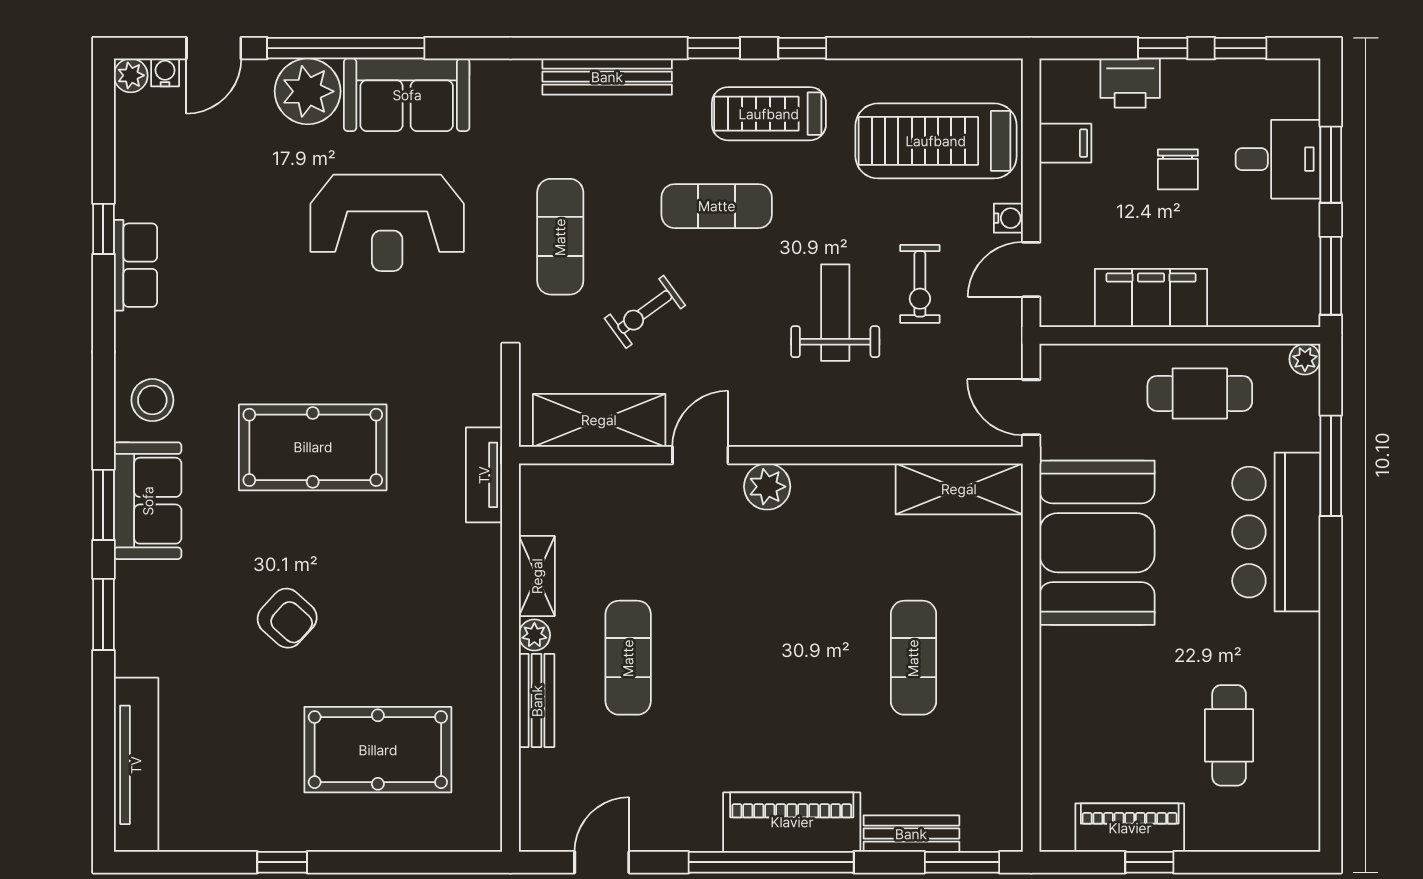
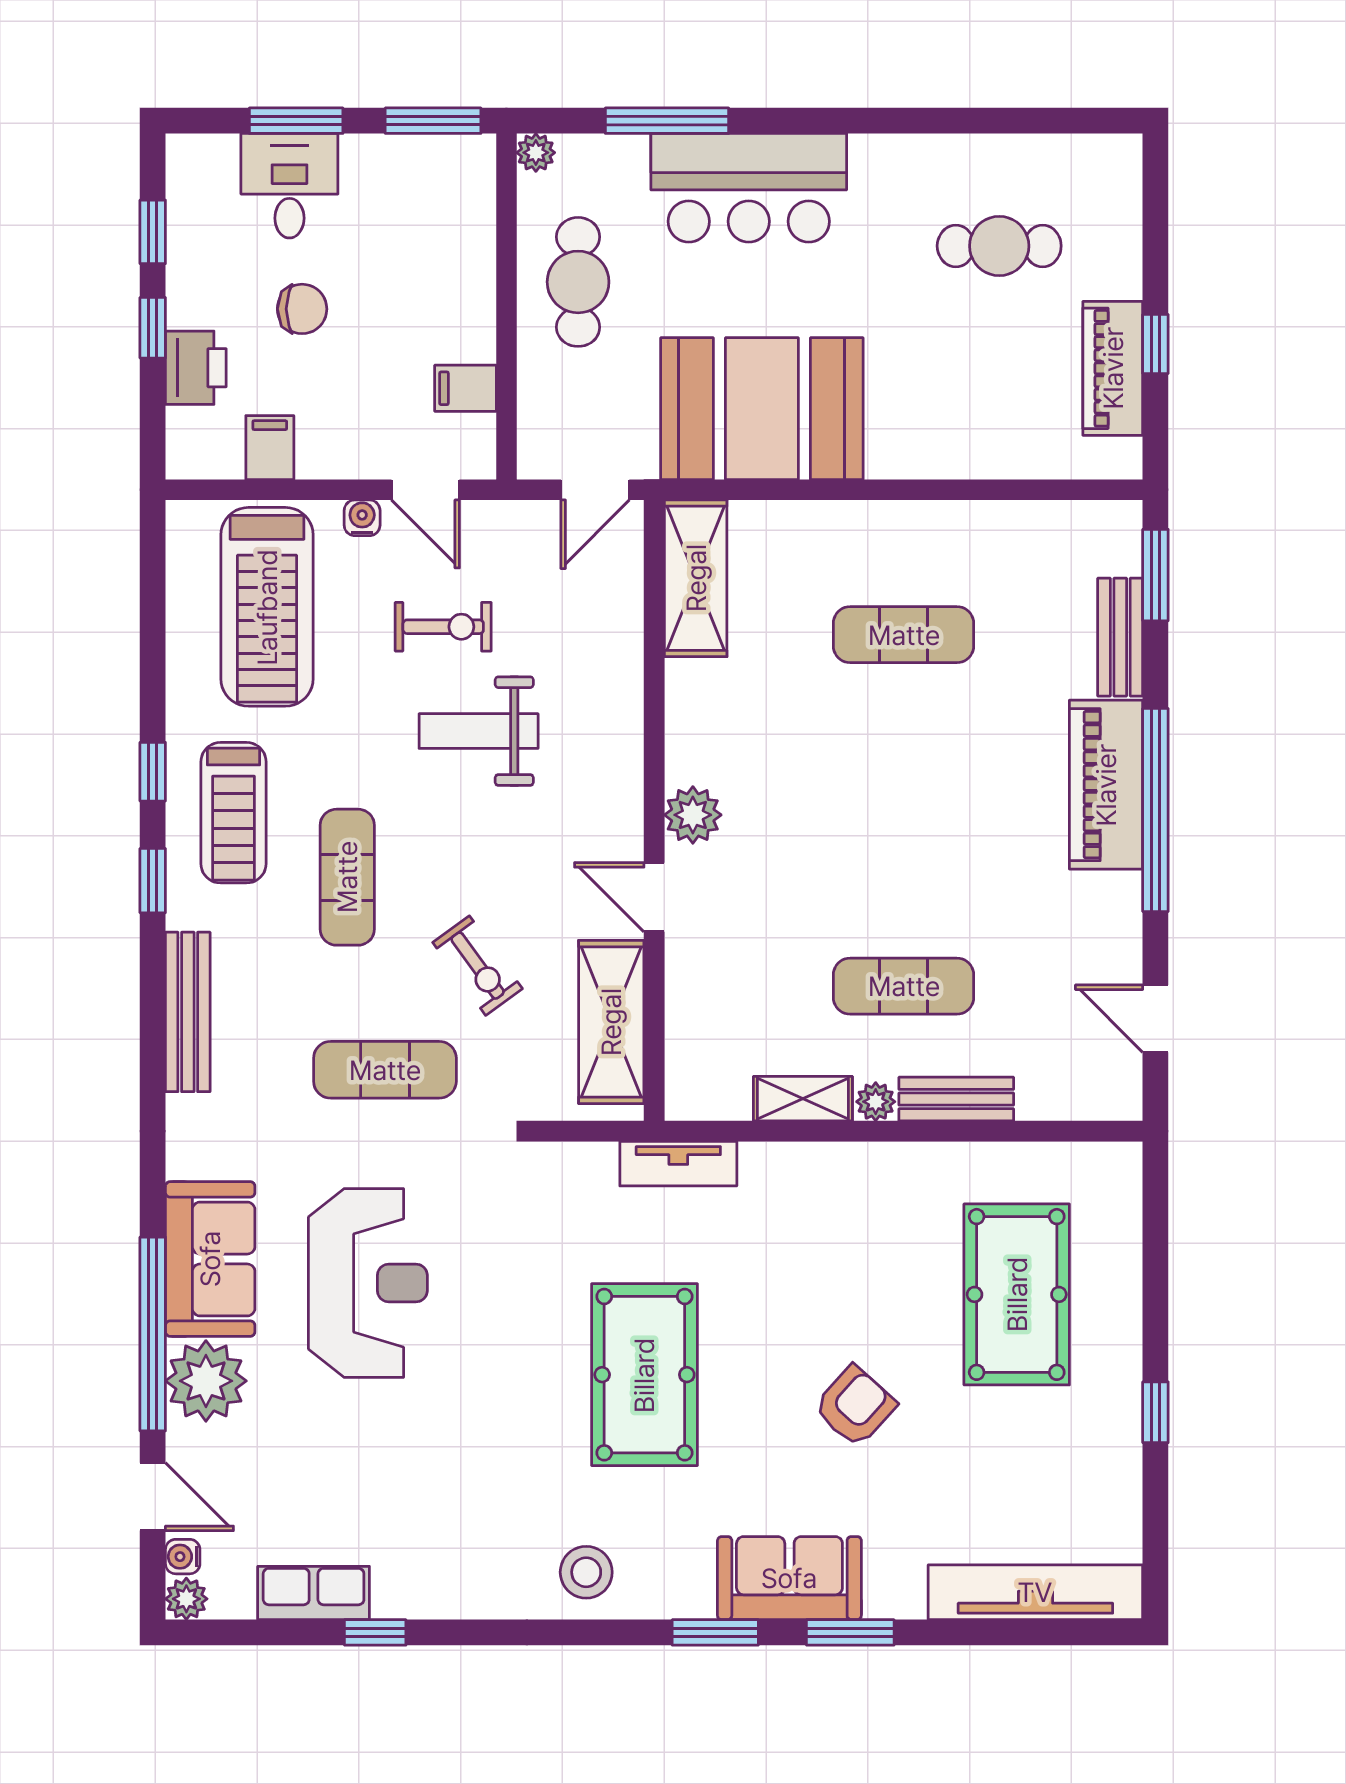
row of seats: (135, 265) -> (314, 1593), moved
filing cabinet: (1151, 298) -> (466, 388), width x0.33, depth x0.86
sofa: (148, 501) -> (789, 1578), moved

